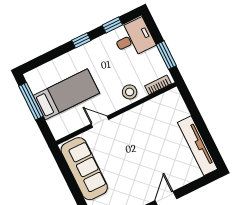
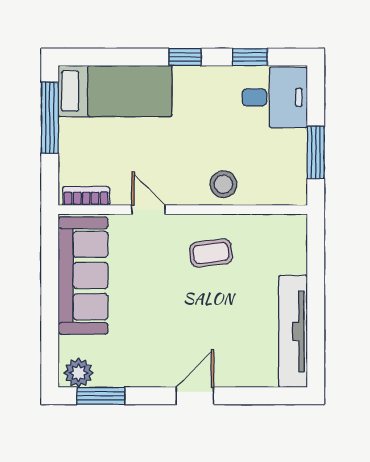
bookcase: (158, 85) -> (86, 196), moved
bed: (66, 94) -> (115, 91), moved
coffee table: (140, 128) -> (211, 253), added

